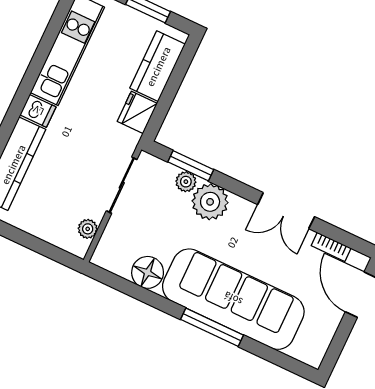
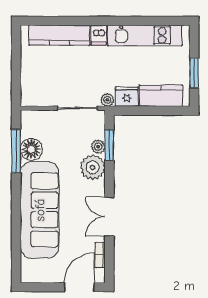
plant: (88, 229) -> (107, 100), moved
window: (212, 327) -> (16, 151), moved

